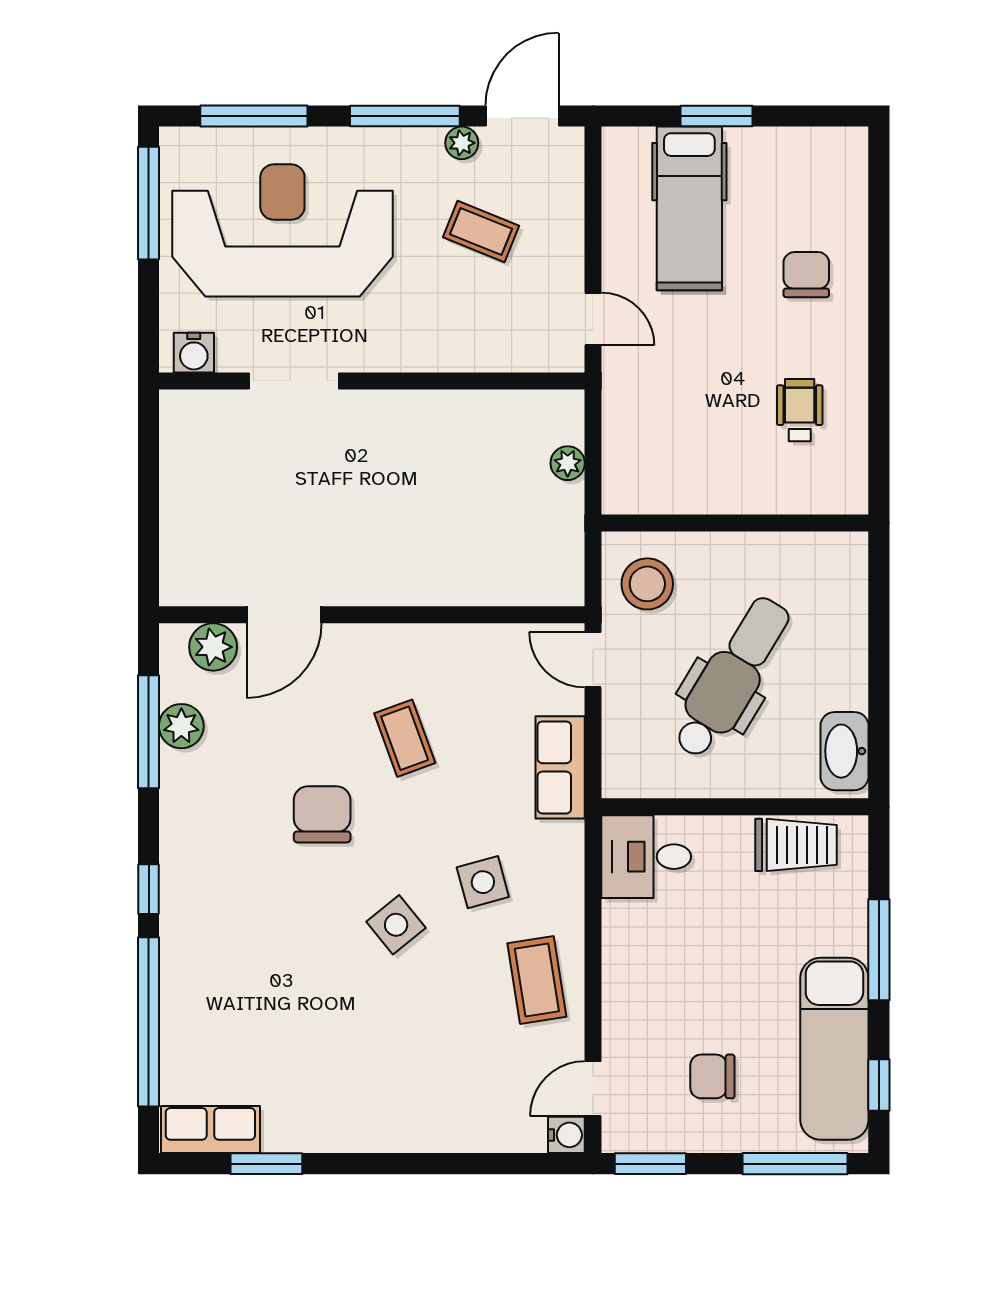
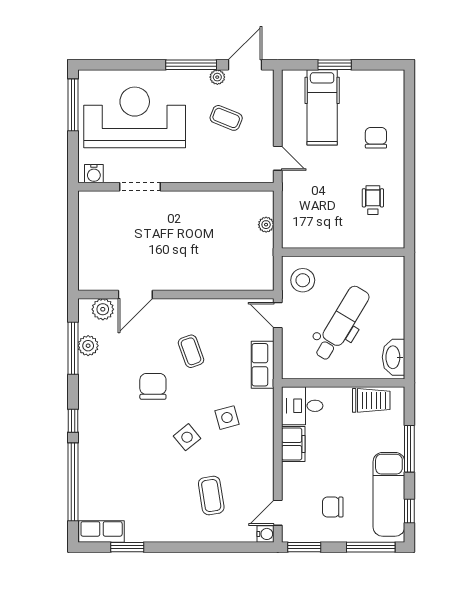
window: (254, 116) -> (122, 65), removed
filing cabinet: (627, 940) -> (293, 444), added
coffee table: (537, 980) -> (211, 496), moved

